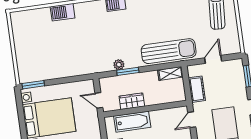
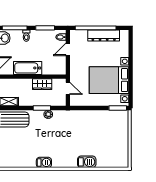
bathtub: (132, 122) -> (28, 68), moved

